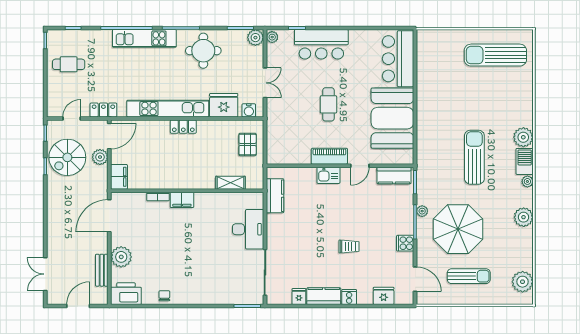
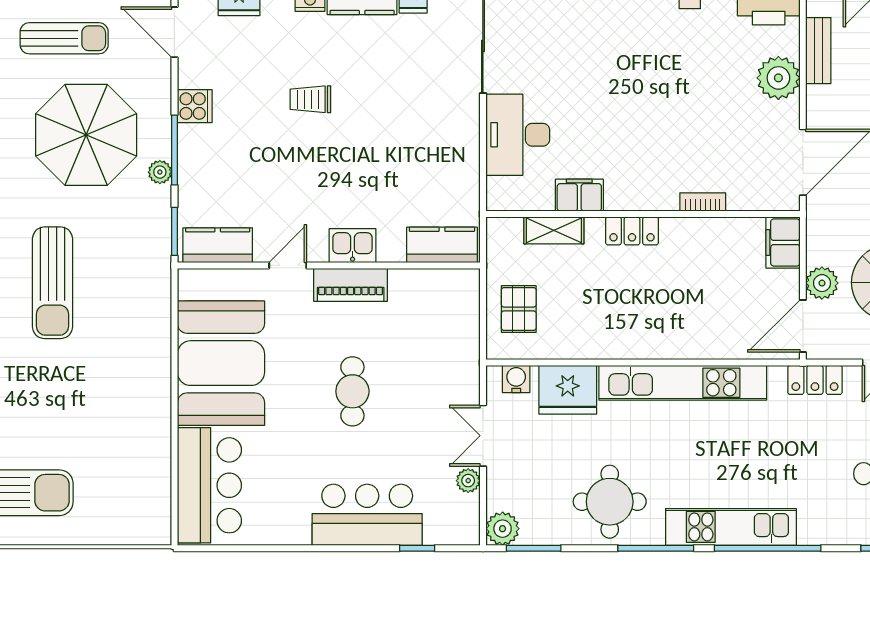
plant: (272, 37) -> (468, 481), moved
locker: (183, 127) -> (632, 231), moved, turned 180
kitchen counter: (275, 196) -> (442, 245), moved, turned 90
filing cabinet: (182, 200) -> (579, 195), moved
sun lounger: (469, 276) -> (64, 38), turned 180

